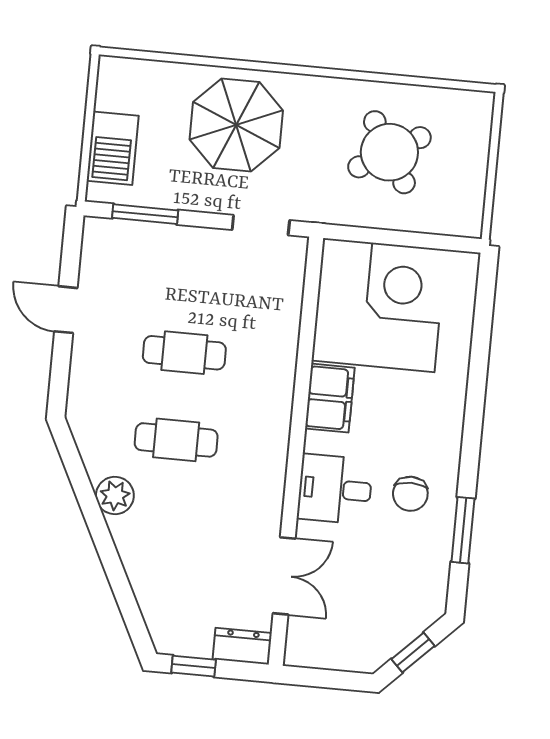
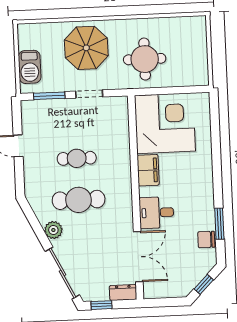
round table: (389, 152) -> (145, 59), moved, turned 31
doorway: (261, 225) -> (89, 94), moved
cafe table: (176, 440) -> (79, 200), width x1.37, depth x1.35
chair: (410, 494) -> (206, 239), moved, turned 90
double door: (284, 576) -> (138, 257), width x1.37
sliding door: (121, 588) -> (62, 273), added

